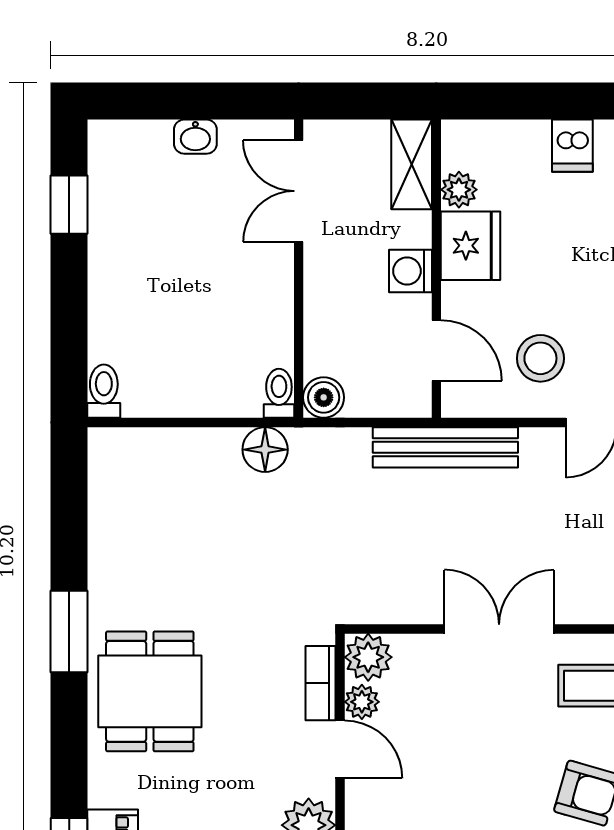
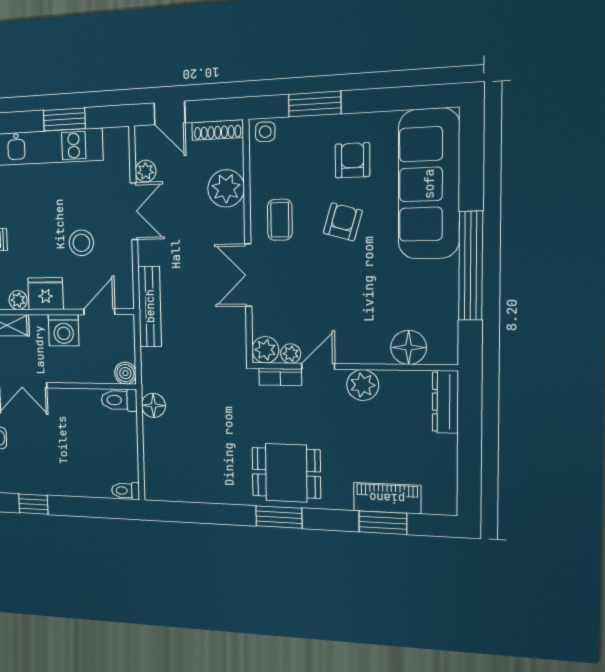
washing machine: (410, 271) -> (64, 330), width x1.38, depth x1.38
stool: (540, 358) -> (81, 243), moved
toilet: (279, 393) -> (119, 400), width x1.37, depth x1.39
window: (69, 632) -> (279, 517), moved

